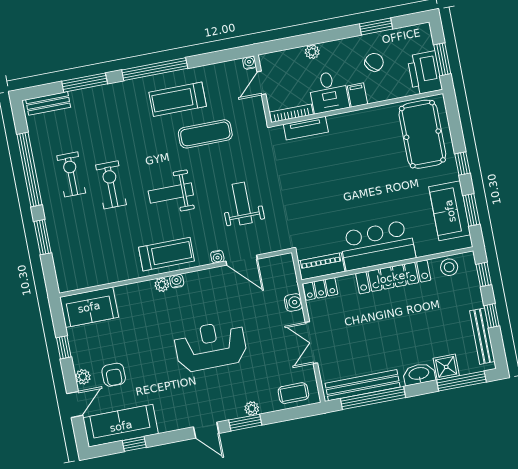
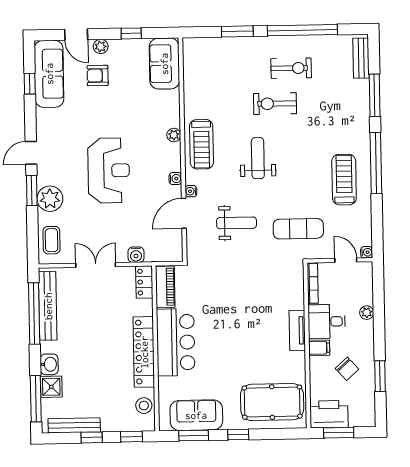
tv unit: (306, 128) -> (297, 330), moved
exercise mat: (205, 134) -> (298, 229), moved, turned 90
exercise bike: (111, 185) -> (275, 104), turned 180
water cooler: (177, 281) -> (175, 179), moved
washbasin: (419, 374) -> (49, 364), width x0.72
plant: (252, 408) -> (50, 199), width x1.87, depth x1.87

